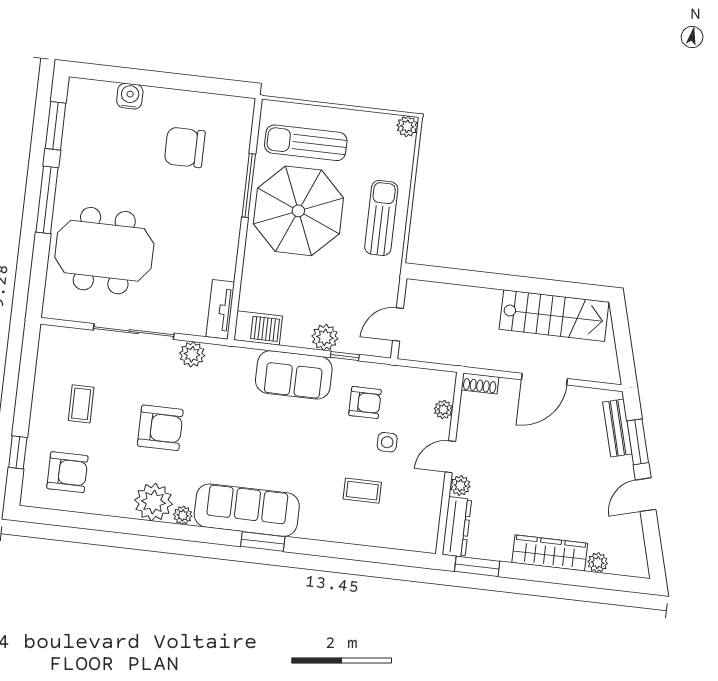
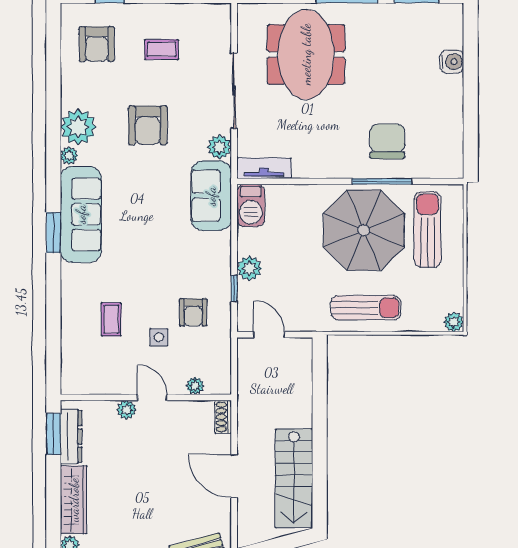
chair: (185, 147) -> (387, 141), moved
sofa: (294, 375) -> (211, 196), moved
dresser: (457, 527) -> (71, 436), moved, turned -90

